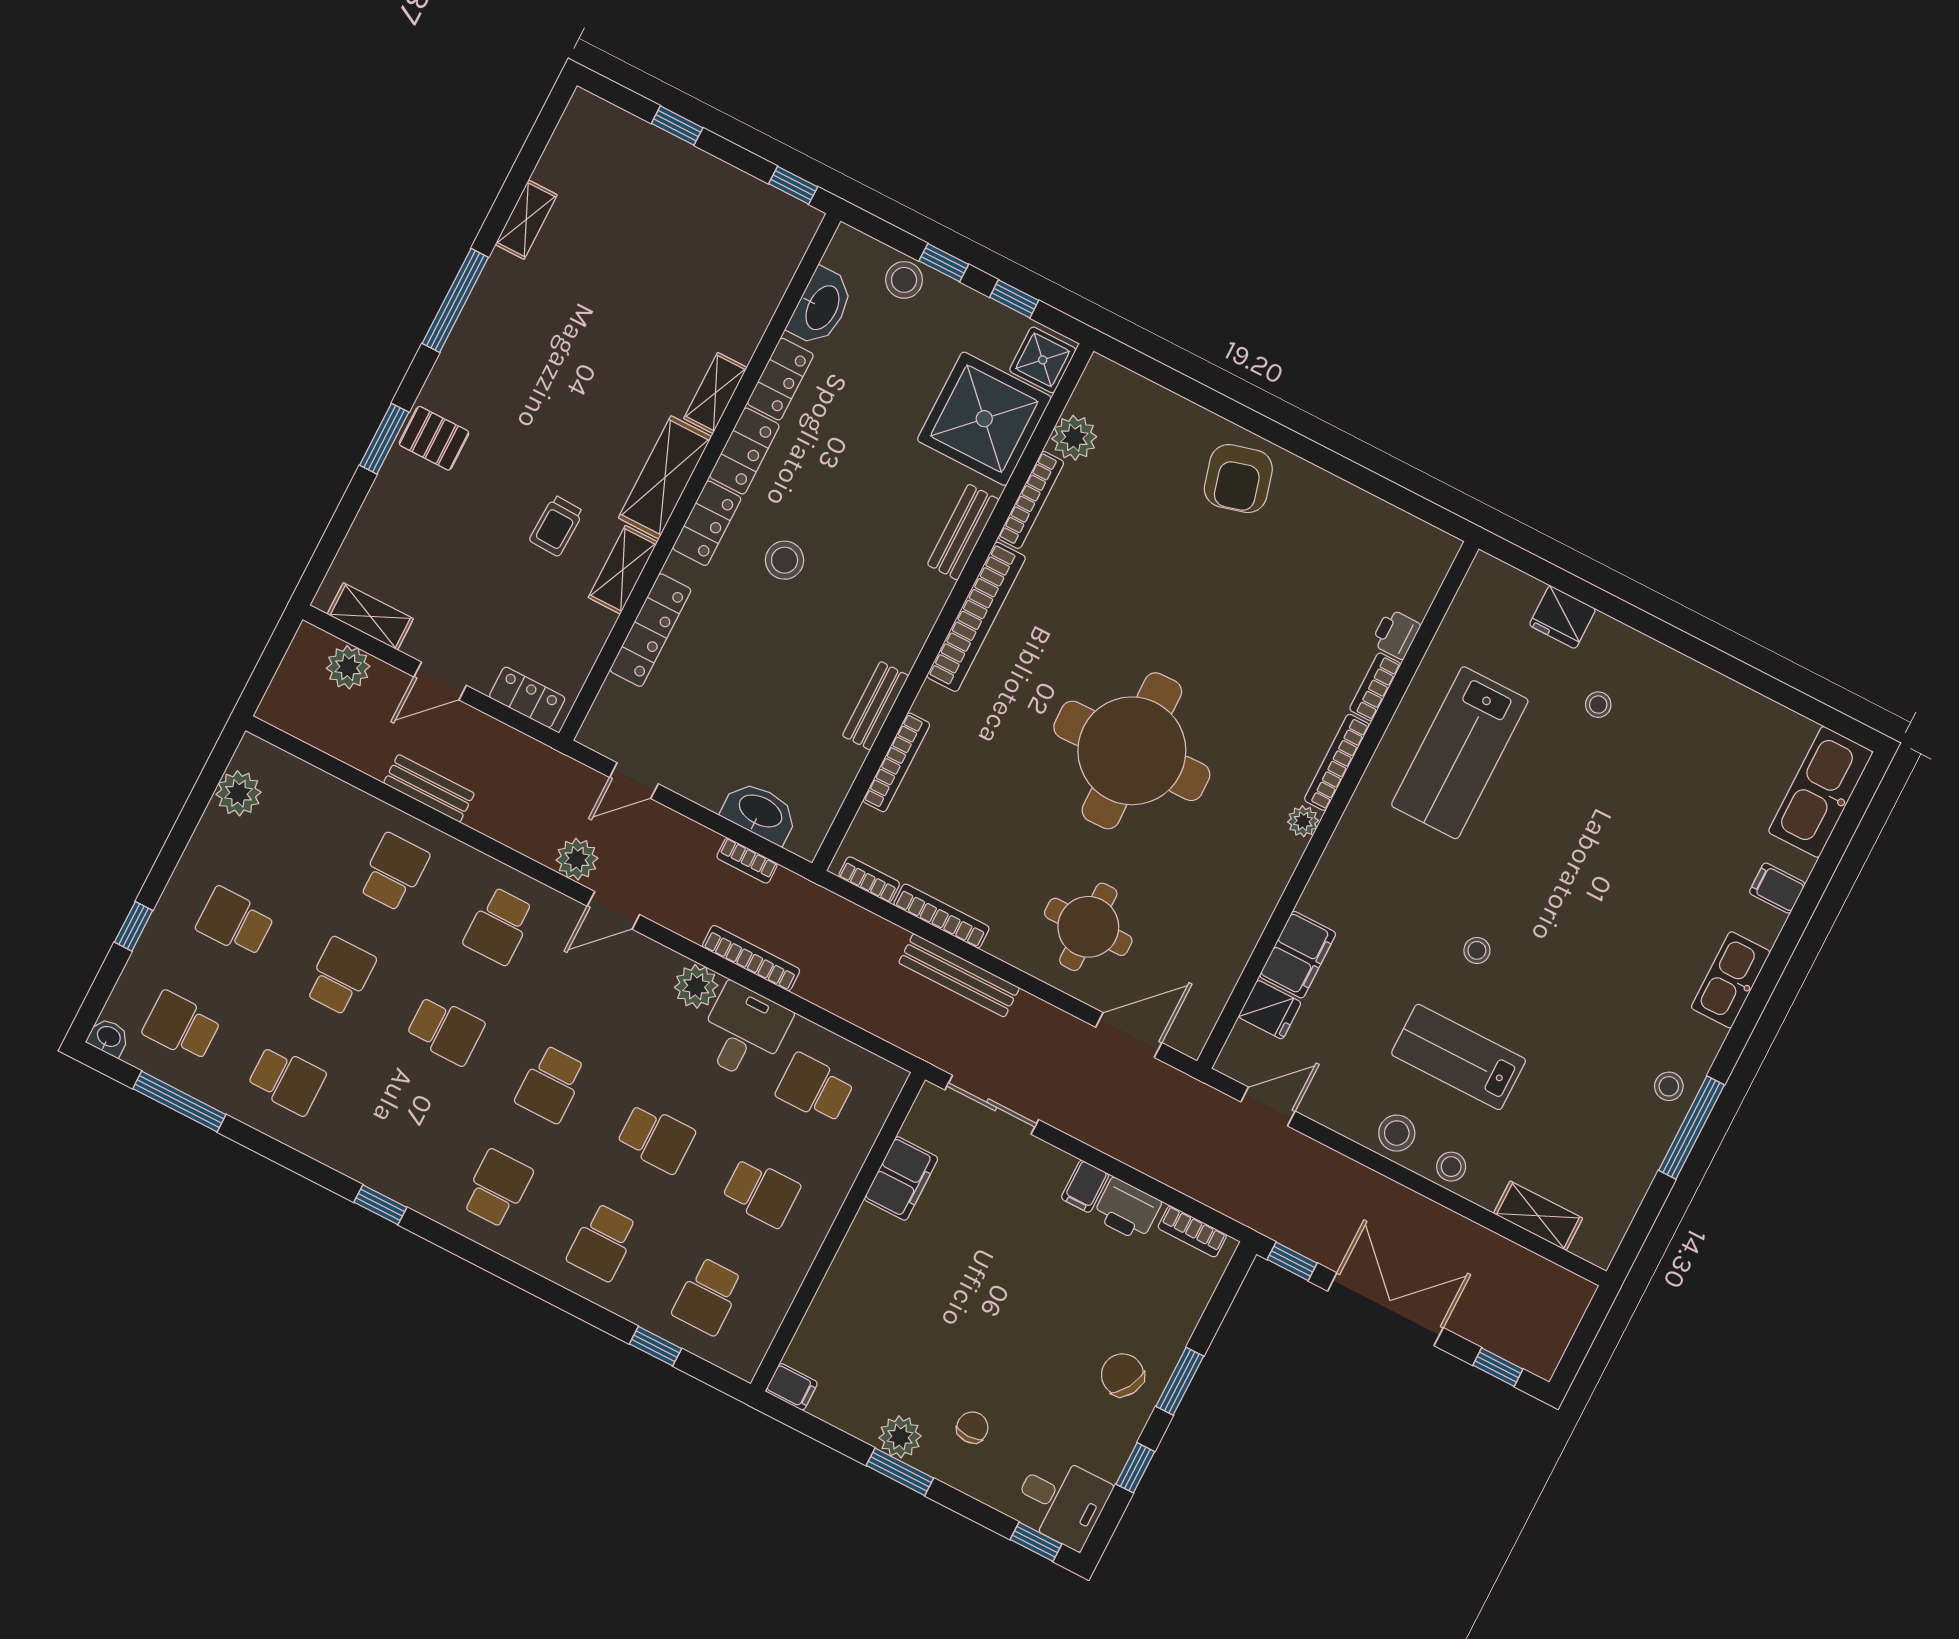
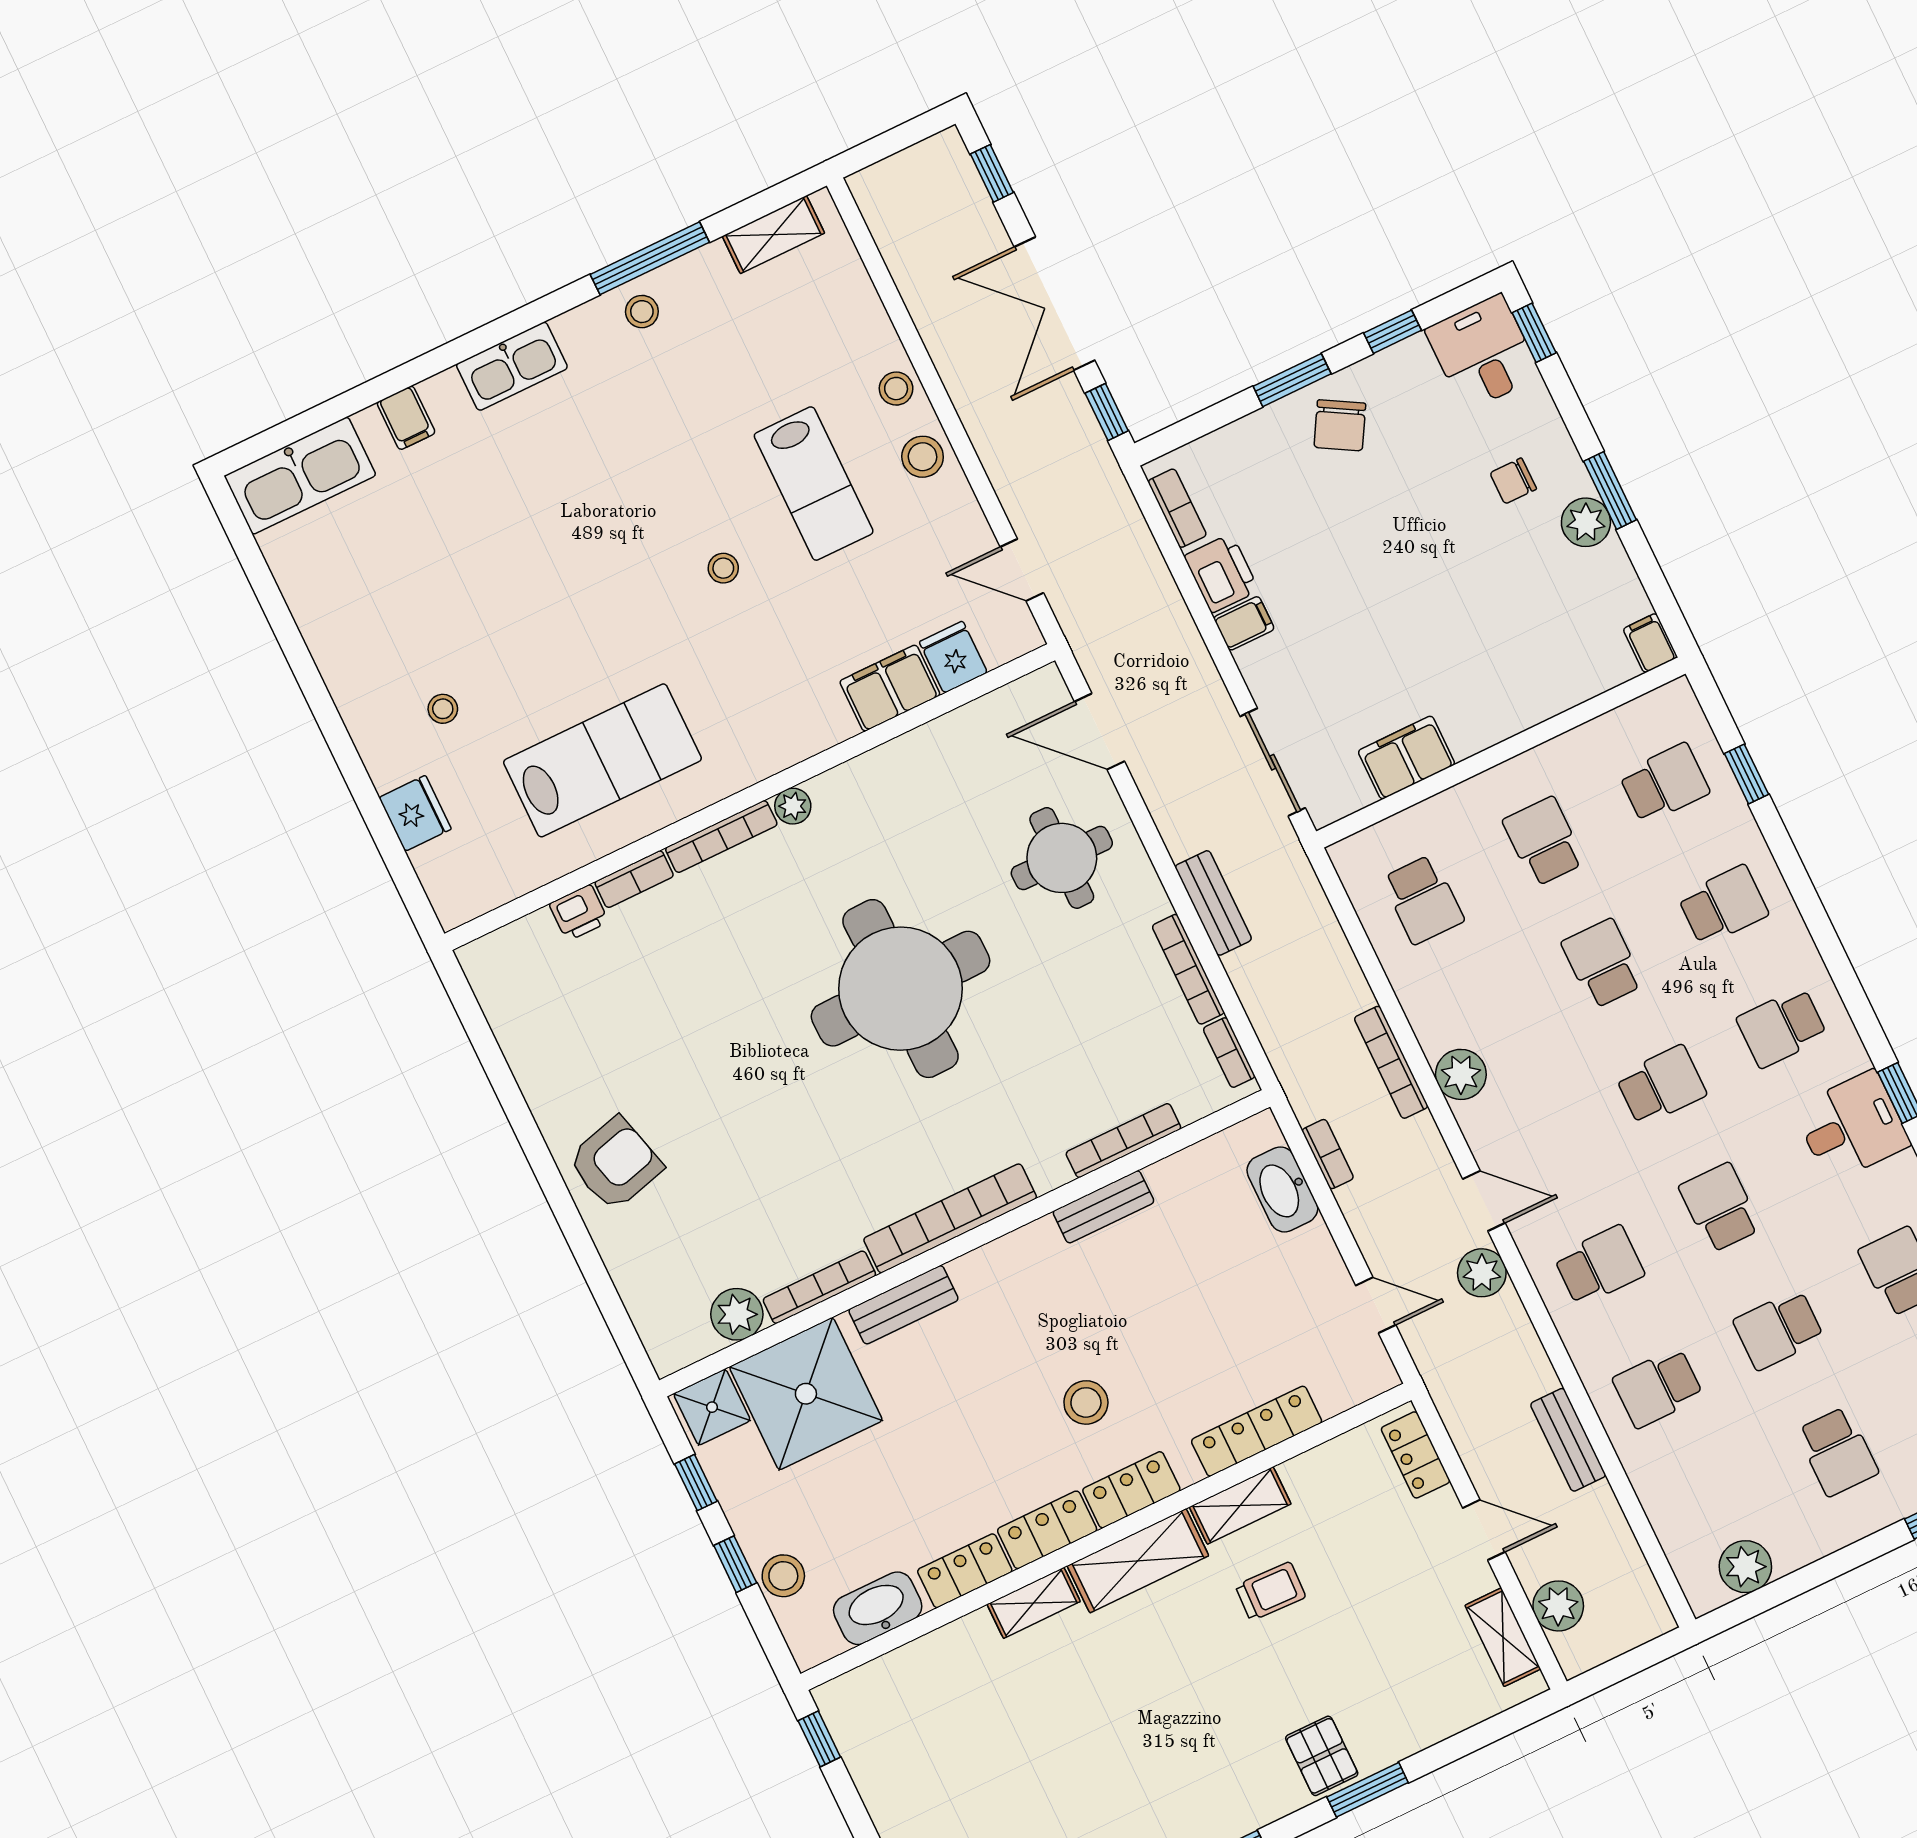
bench: (959, 975) -> (1213, 903), width x0.73
desk: (744, 1032) -> (1852, 1126), moved, turned 180
shelving: (1538, 1216) -> (773, 235), moved, turned 90

